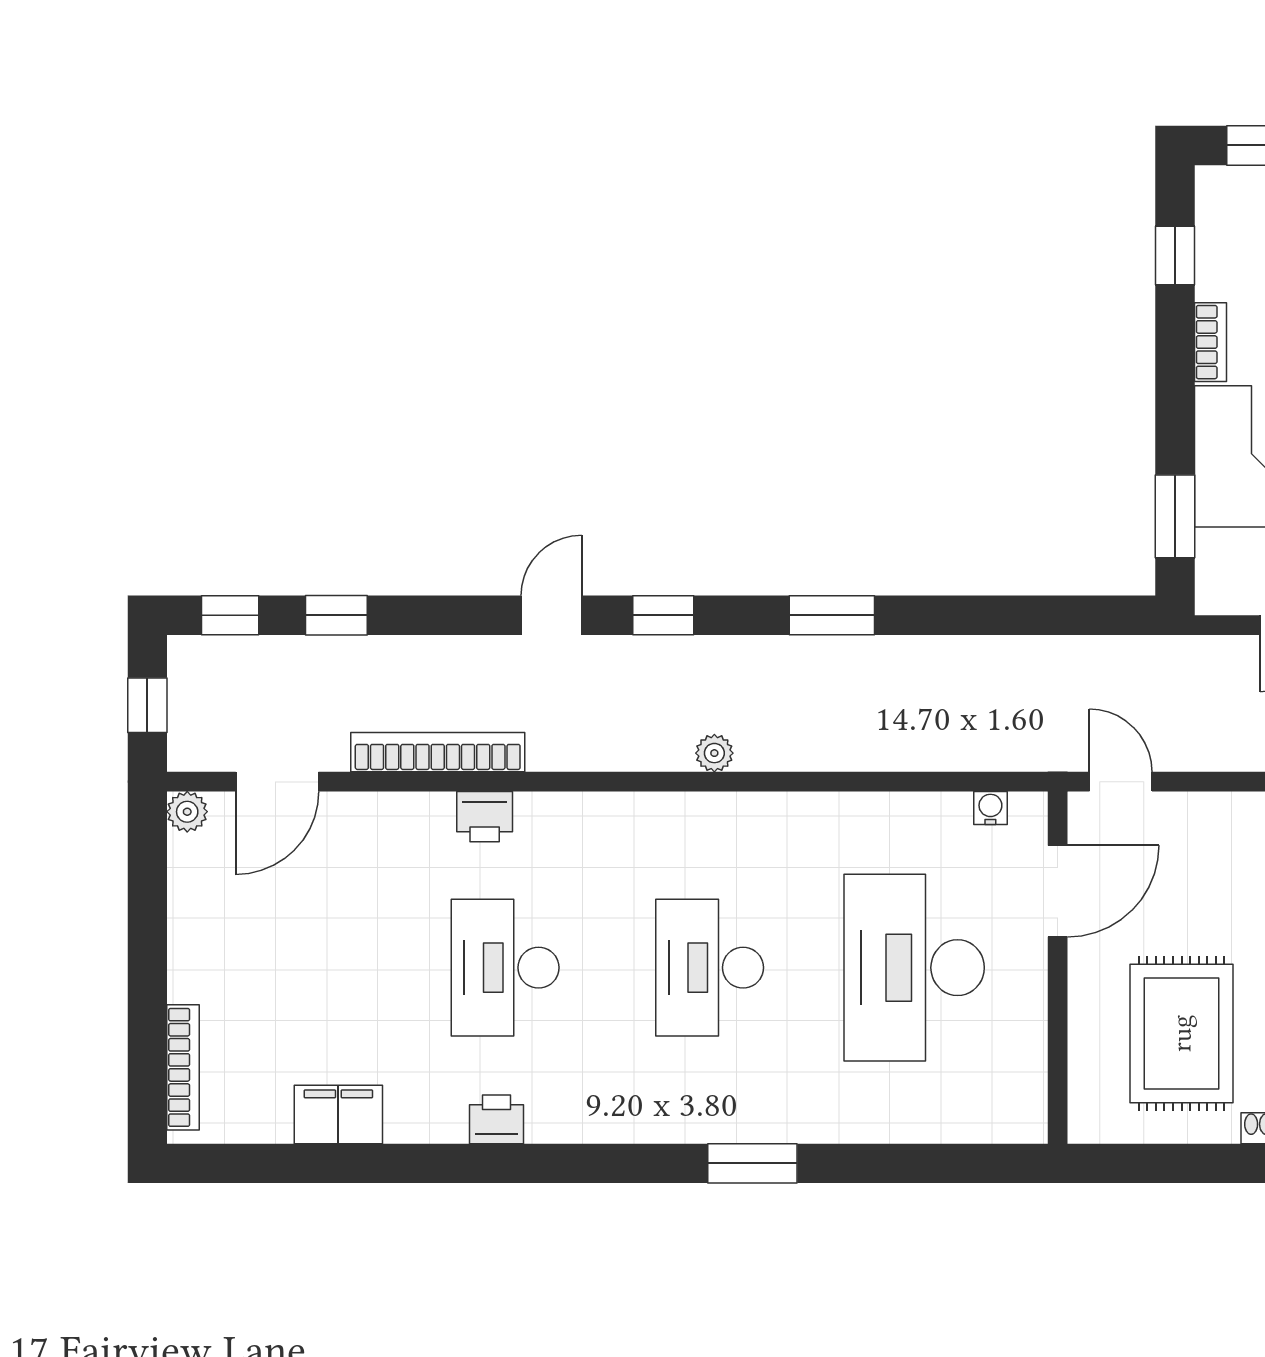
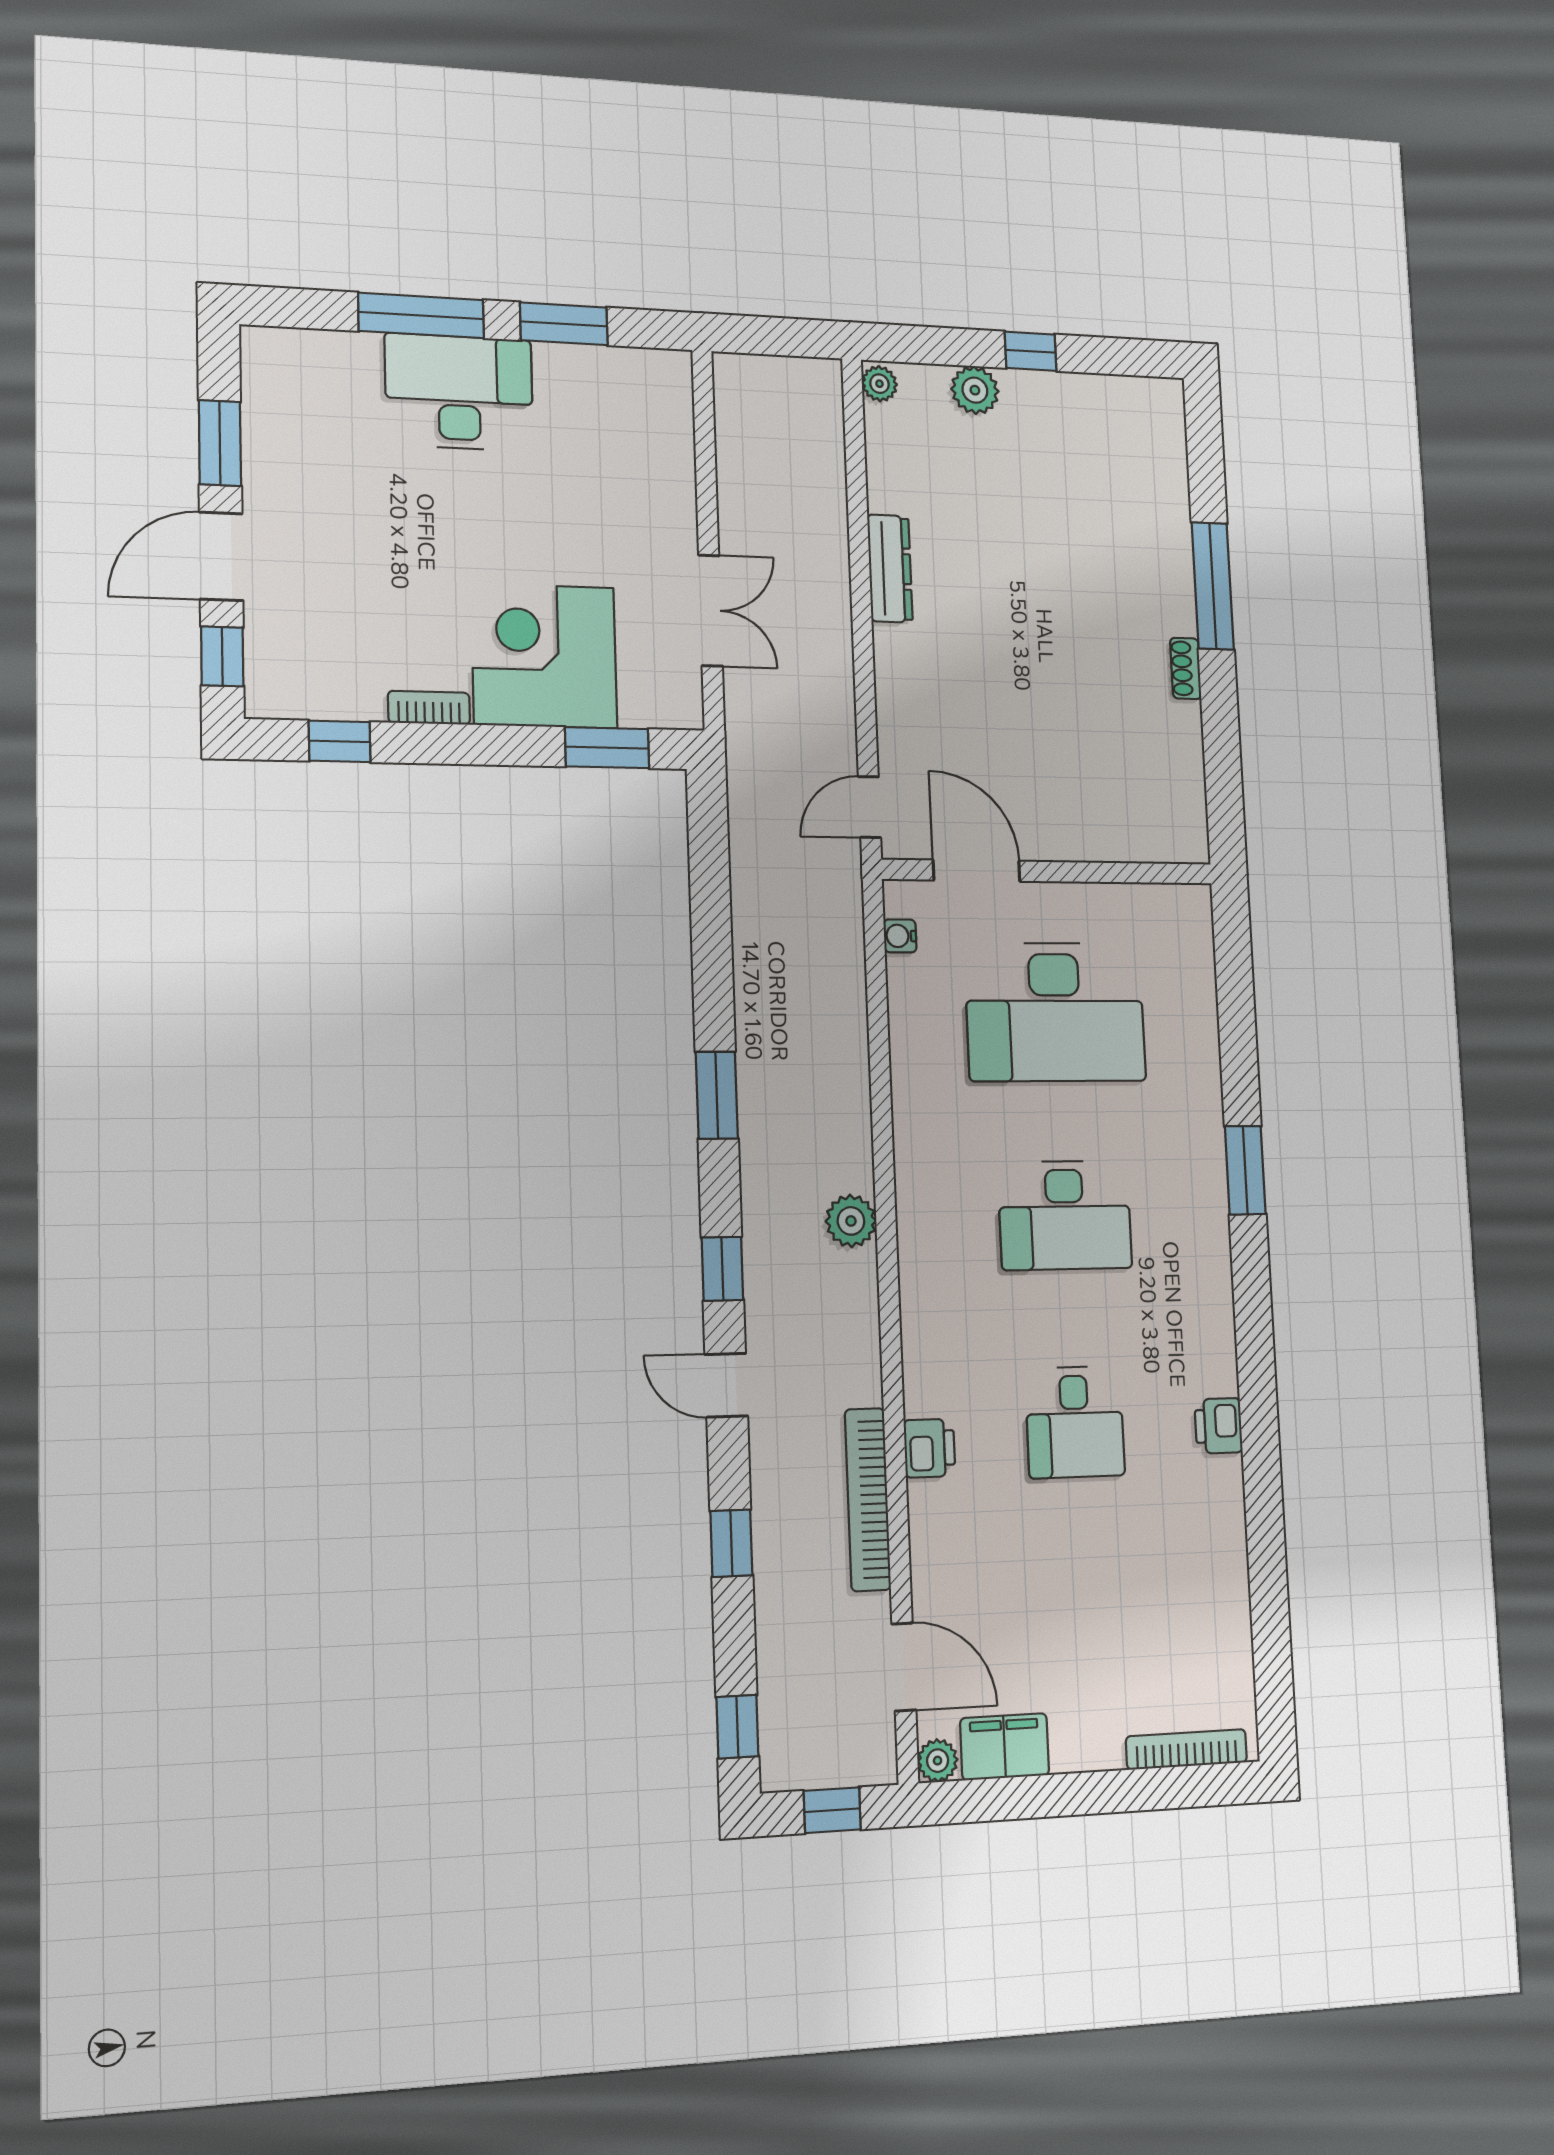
window: (336, 615) -> (731, 1543), moved
plant: (714, 753) -> (851, 1221), width x1.38, depth x1.38
desk: (505, 968) -> (1075, 1422), width x0.73
rug: (1182, 1033) -> (1104, 753), removed
filing cabinet: (338, 1114) -> (1005, 1747), moved, turned 90

